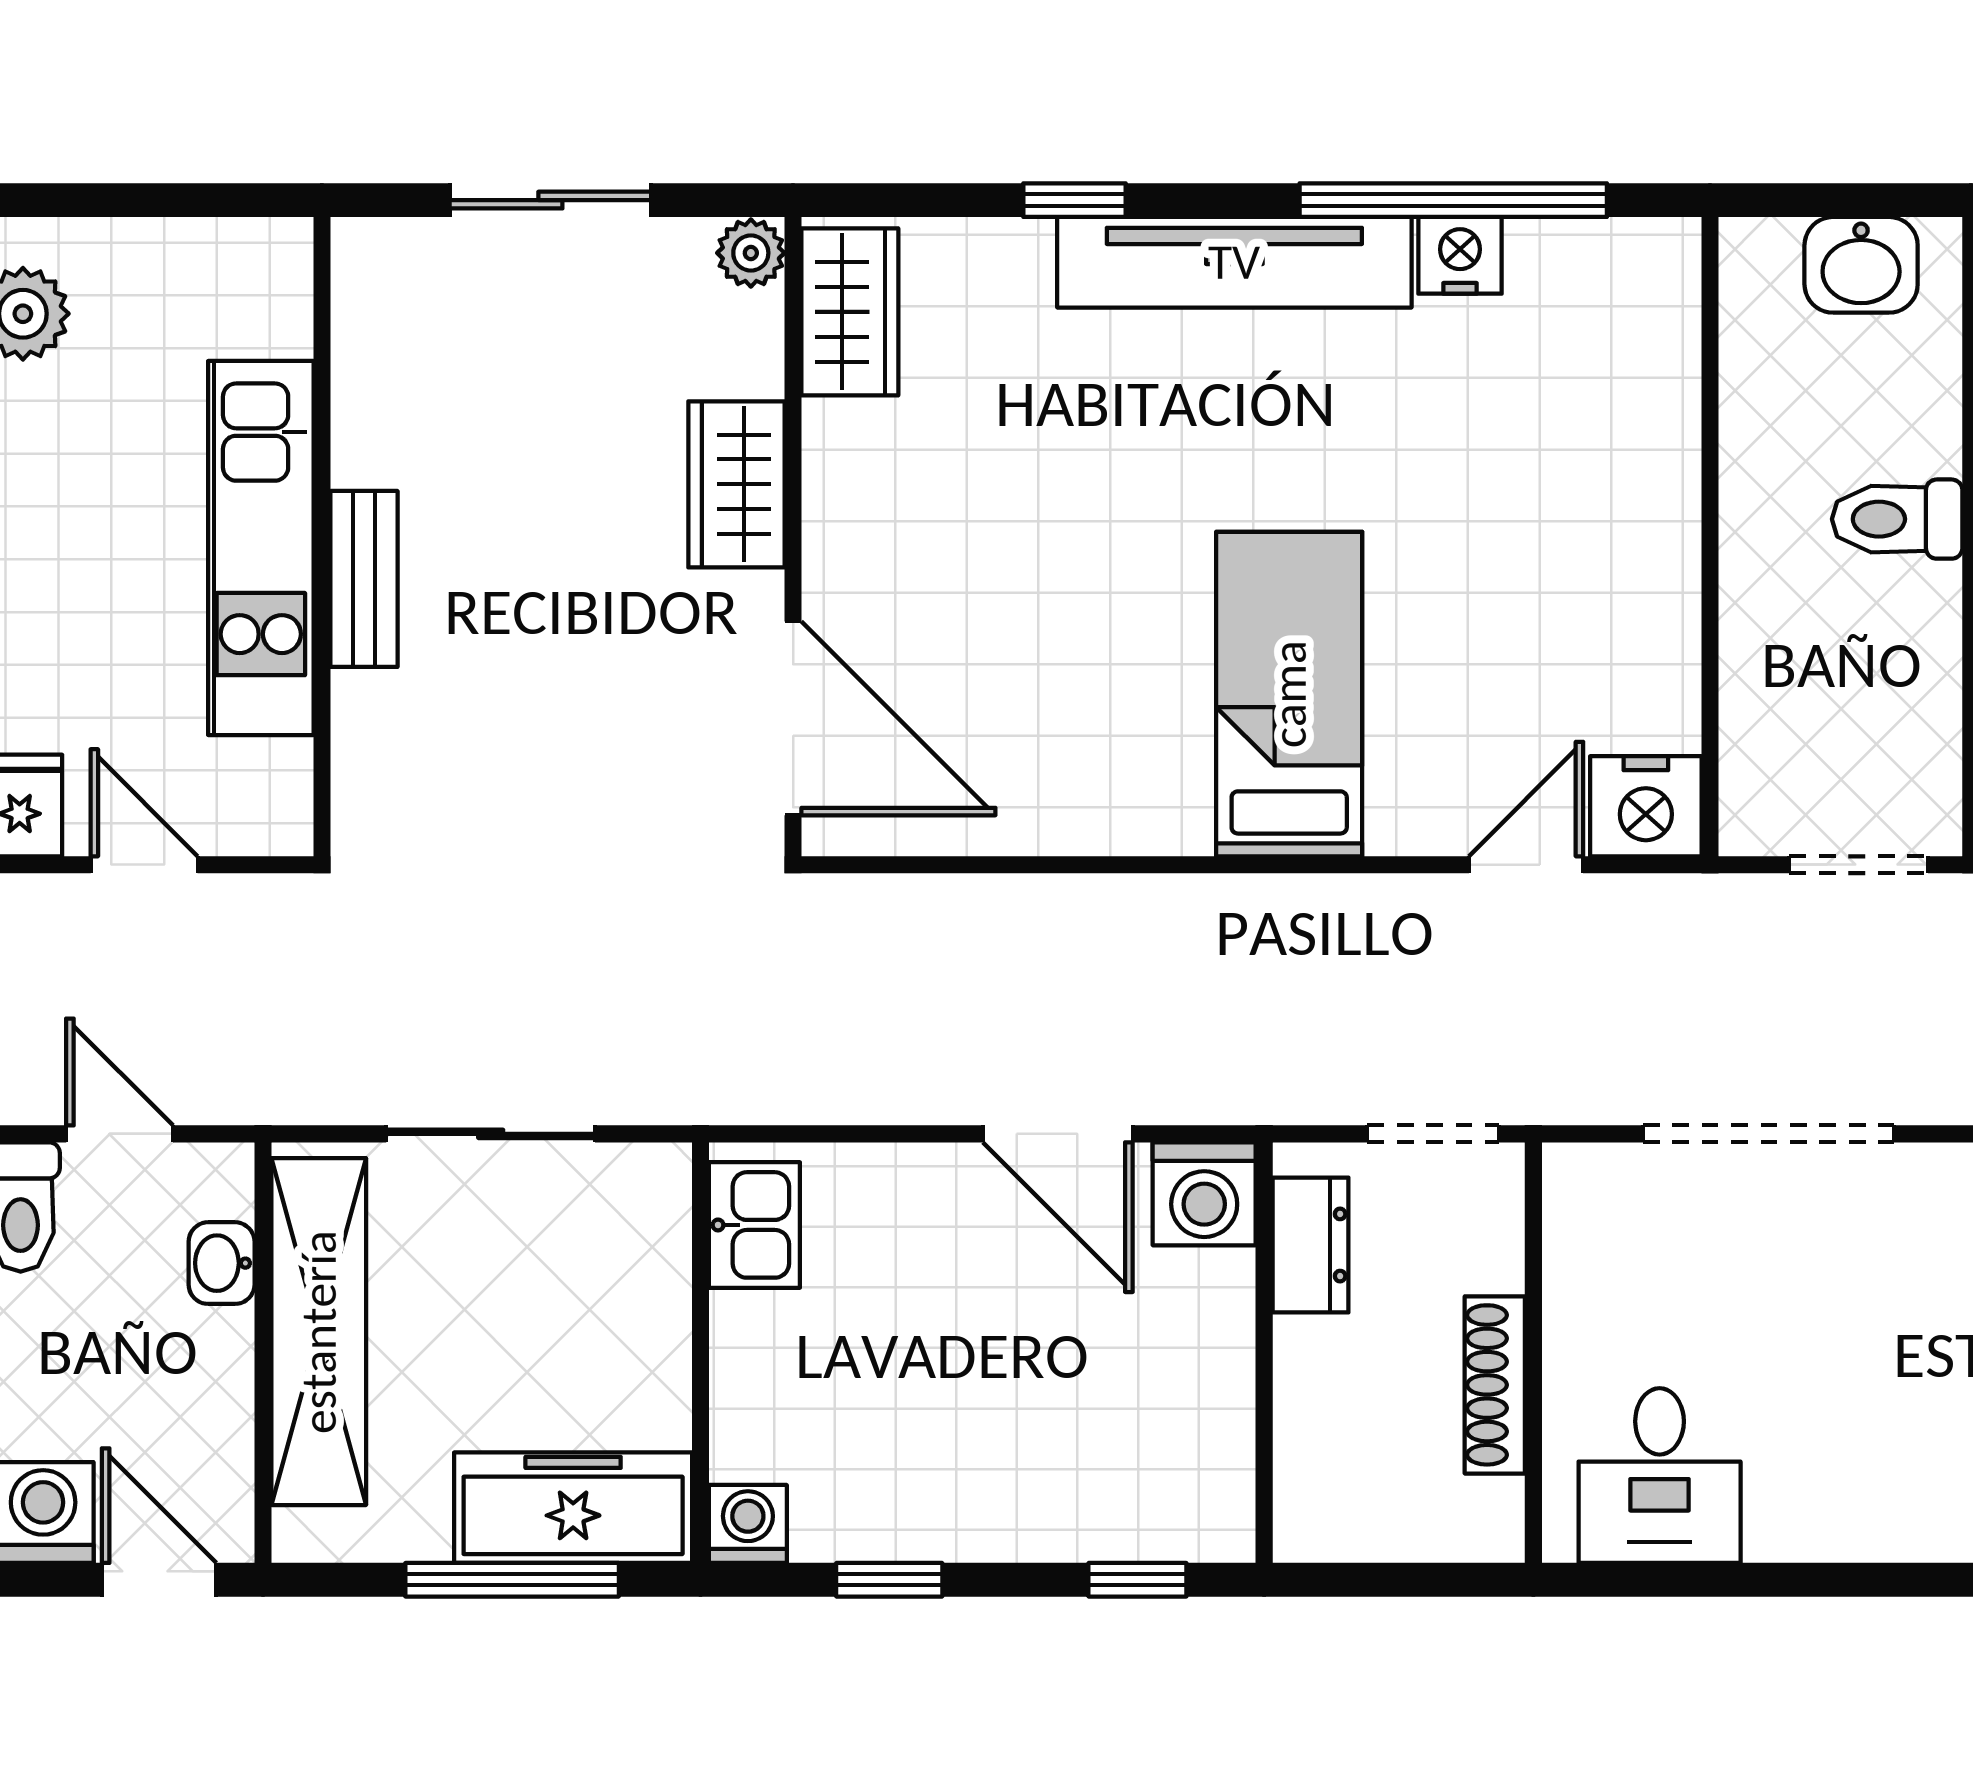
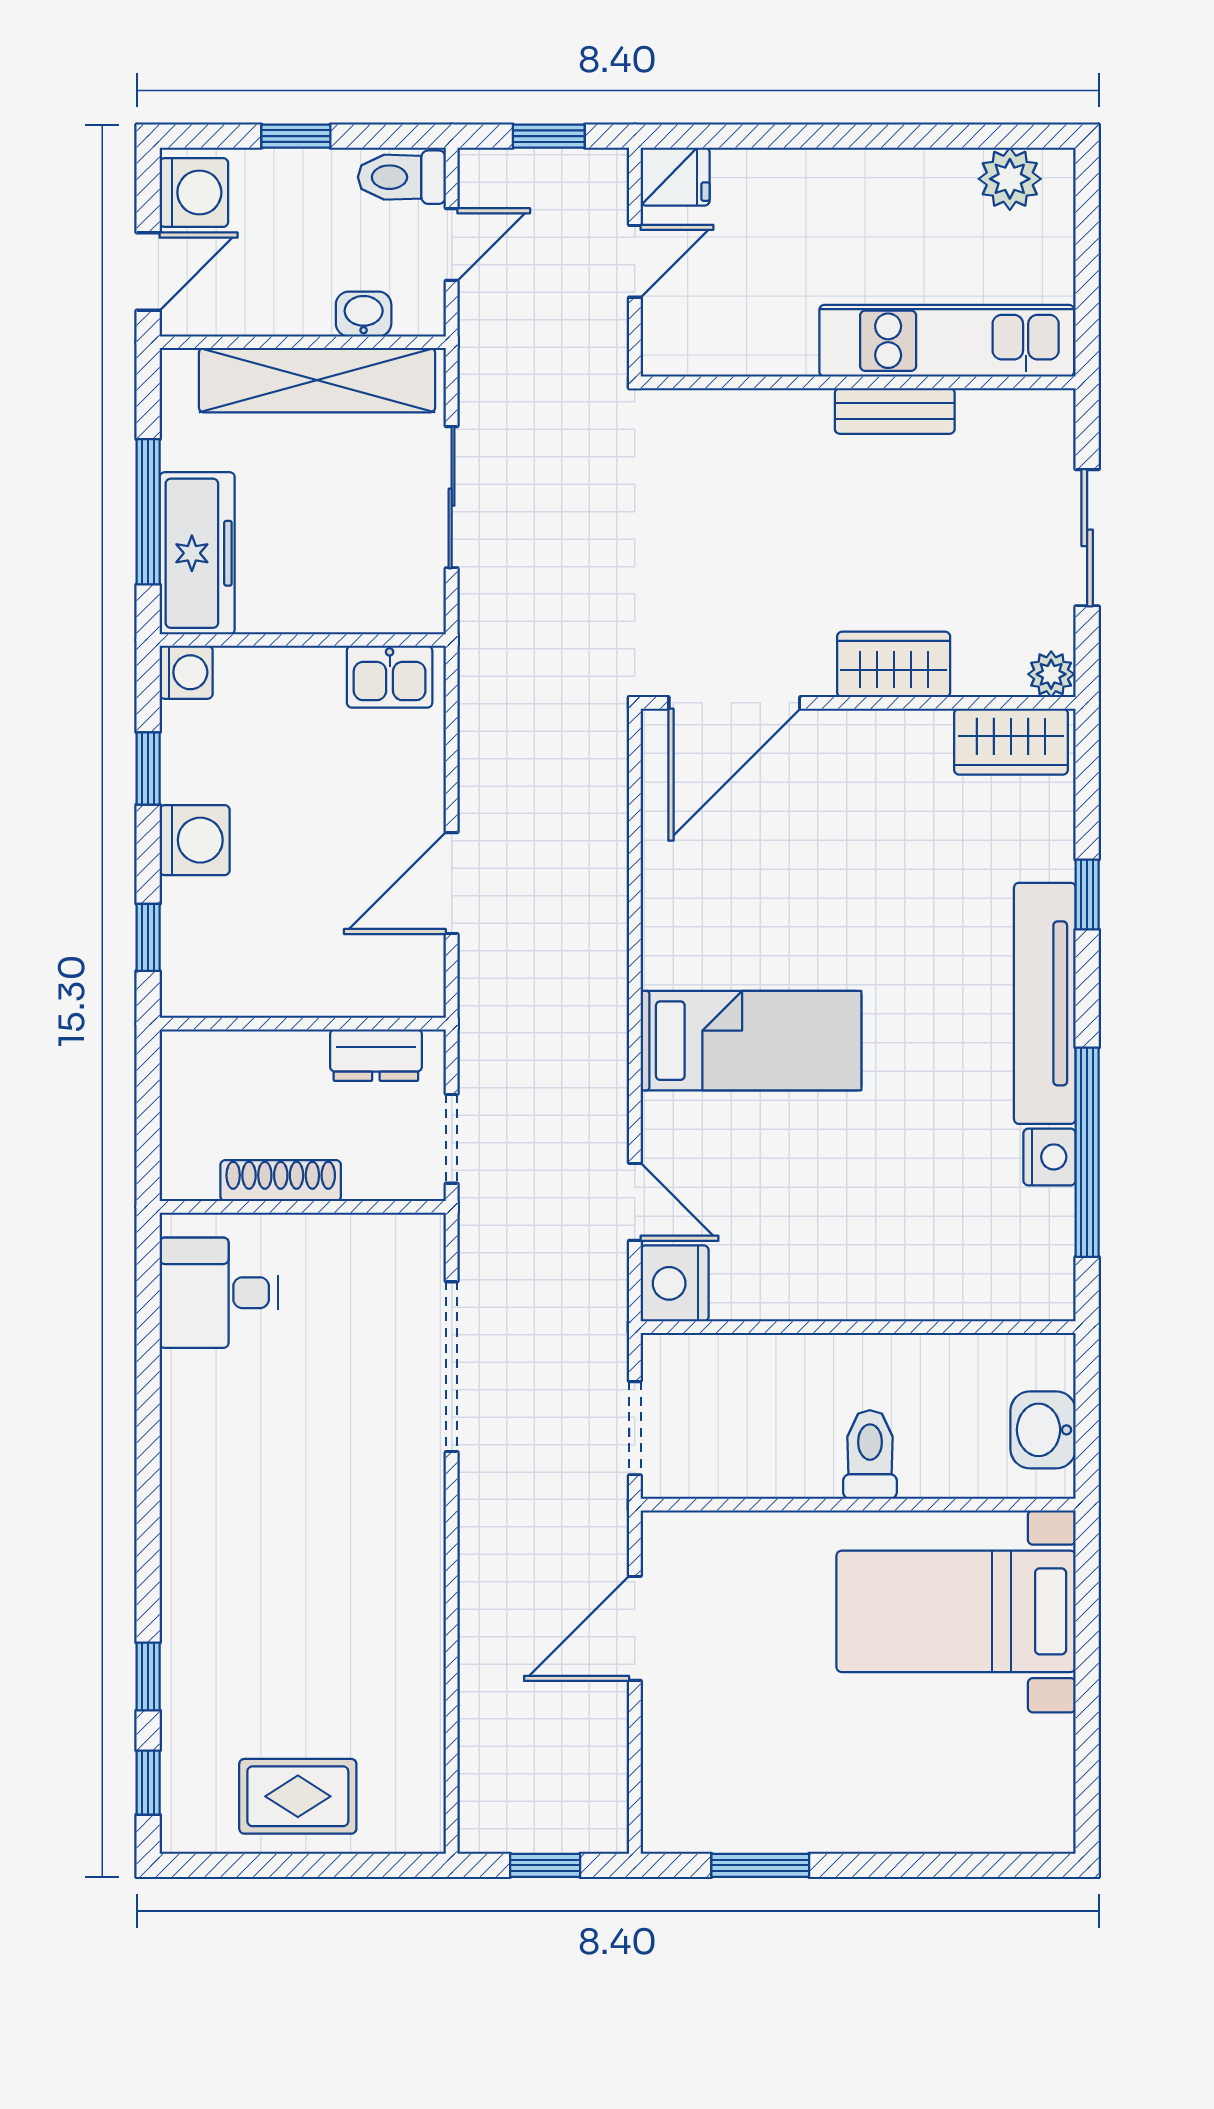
kitchen unit: (261, 548) -> (947, 341), moved
bench: (364, 579) -> (895, 411), moved
washing machine: (1204, 1194) -> (195, 840), moved, turned 180

